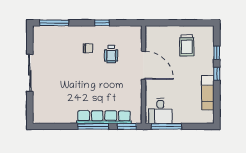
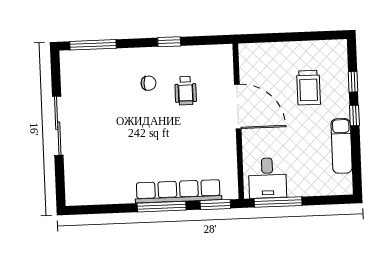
trolley: (187, 45) -> (309, 88), moved

